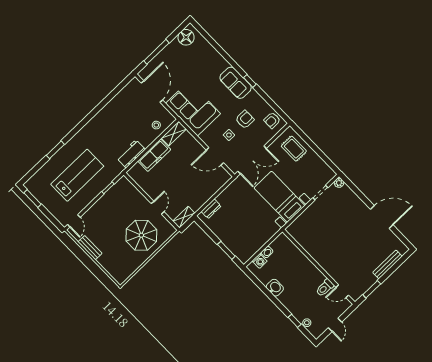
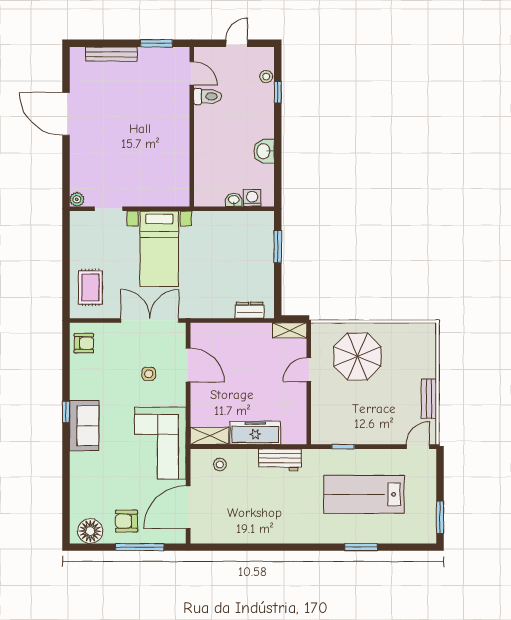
armchair: (245, 119) -> (127, 521), moved

